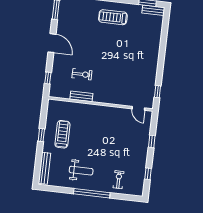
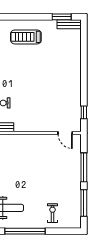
window: (152, 141) -> (84, 167), width x2.17
window: (148, 174) -> (84, 203), width x2.17

